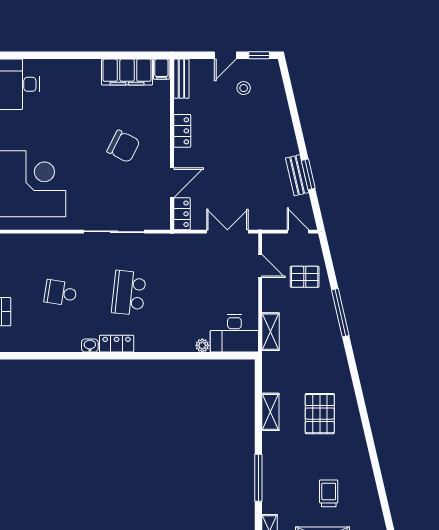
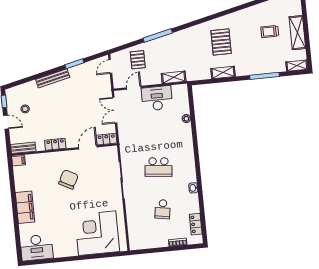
filing cabinet: (127, 72) -> (25, 207), moved
bench: (297, 175) -> (53, 78), moved, width x1.36
door: (172, 183) -> (88, 147), hinge flipped
desk: (234, 333) -> (157, 98), moved, turned -90
locker: (117, 344) -> (196, 224), moved
pallet: (320, 414) -> (221, 42), turned 90

